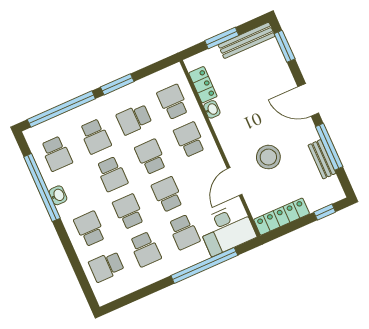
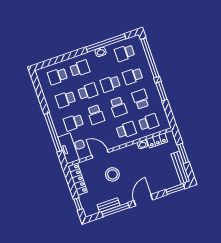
school desk: (151, 157) -> (118, 107), turned 90
school desk: (167, 194) -> (96, 115), turned 90
school desk: (106, 266) -> (57, 76), turned -90

